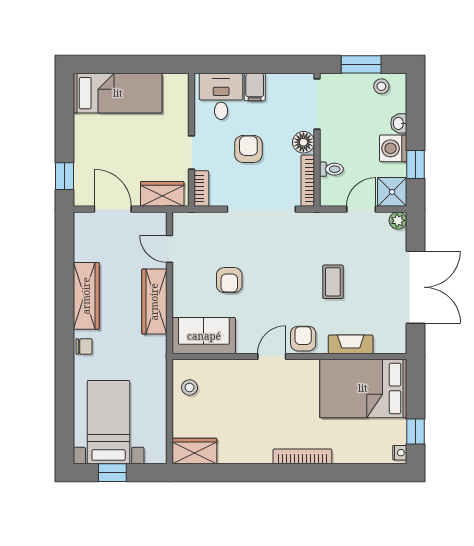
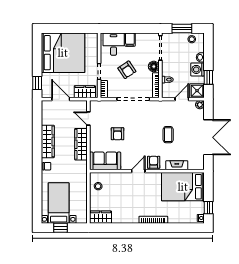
bed: (118, 93) -> (63, 53), width x2.04
armchair: (248, 149) -> (127, 70), turned 146

